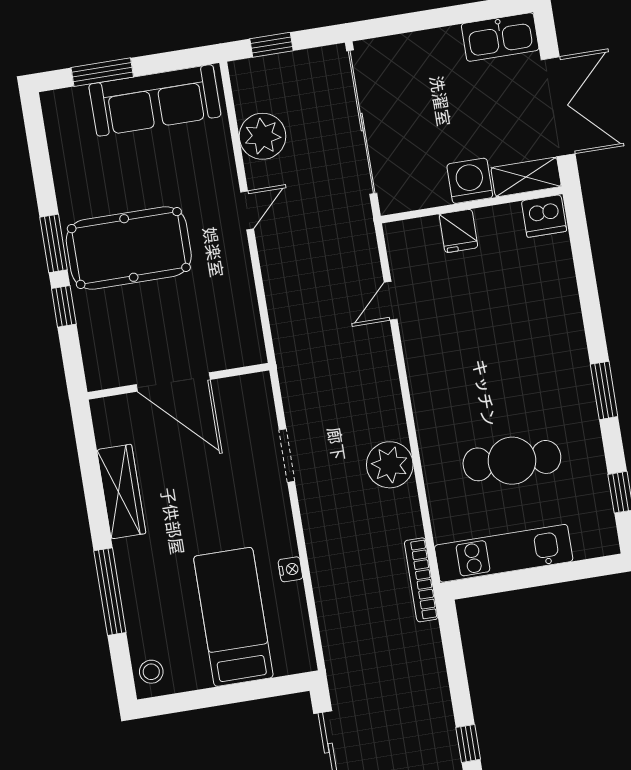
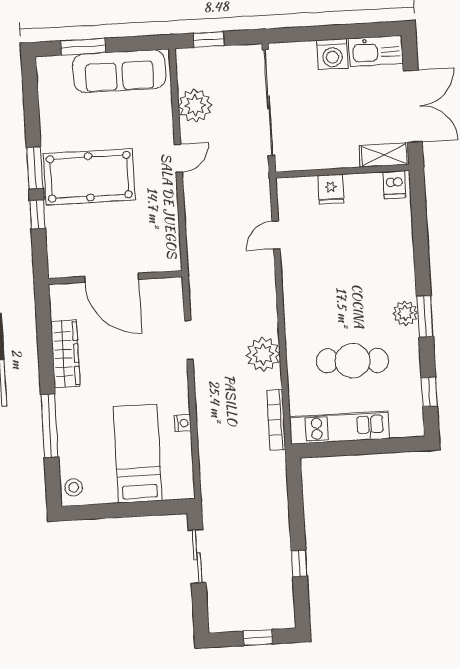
washing machine: (470, 181) -> (332, 54), moved, turned 180
dishwasher: (544, 216) -> (394, 185), width x0.73
plant: (577, 389) -> (405, 313), added
bookcase: (421, 580) -> (276, 420), moved

